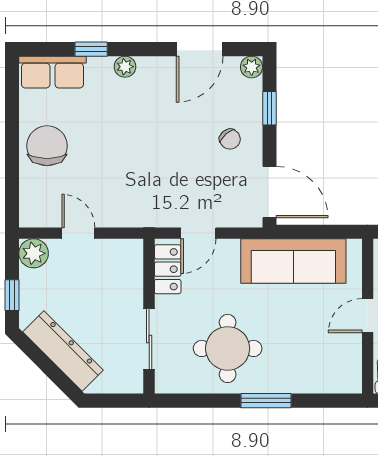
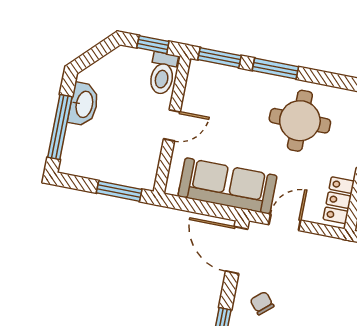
door: (198, 233) -> (285, 222), moved
window: (330, 401) -> (219, 58), added

